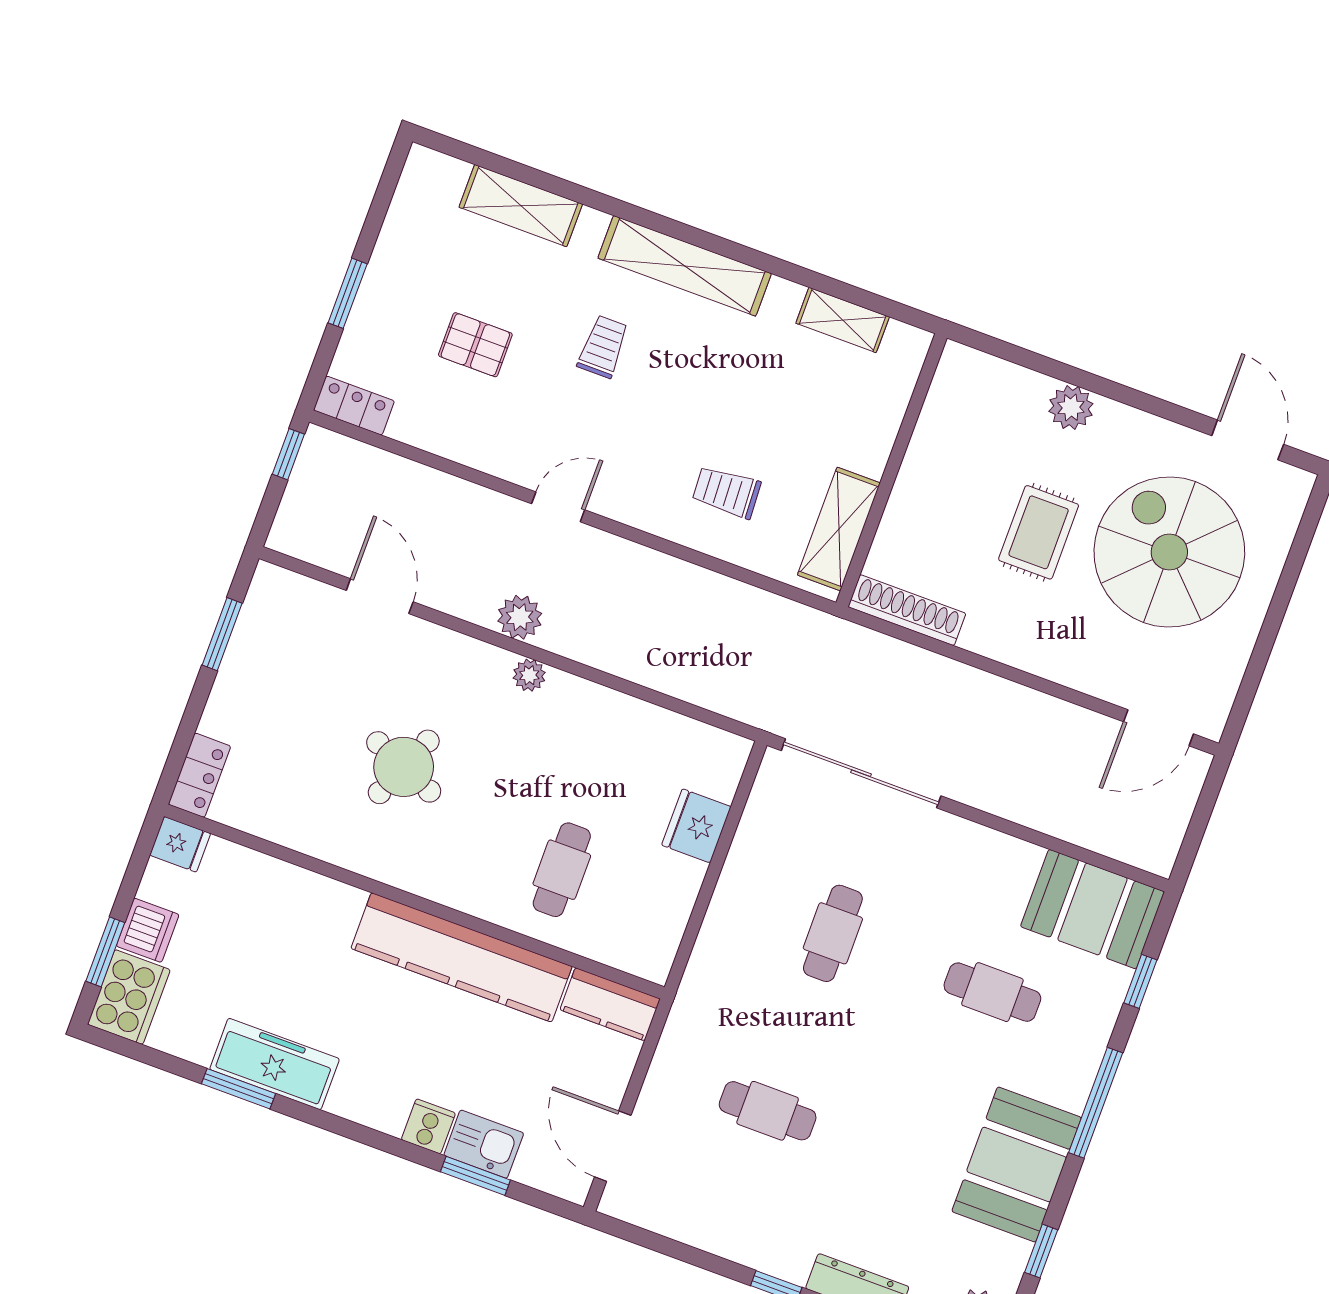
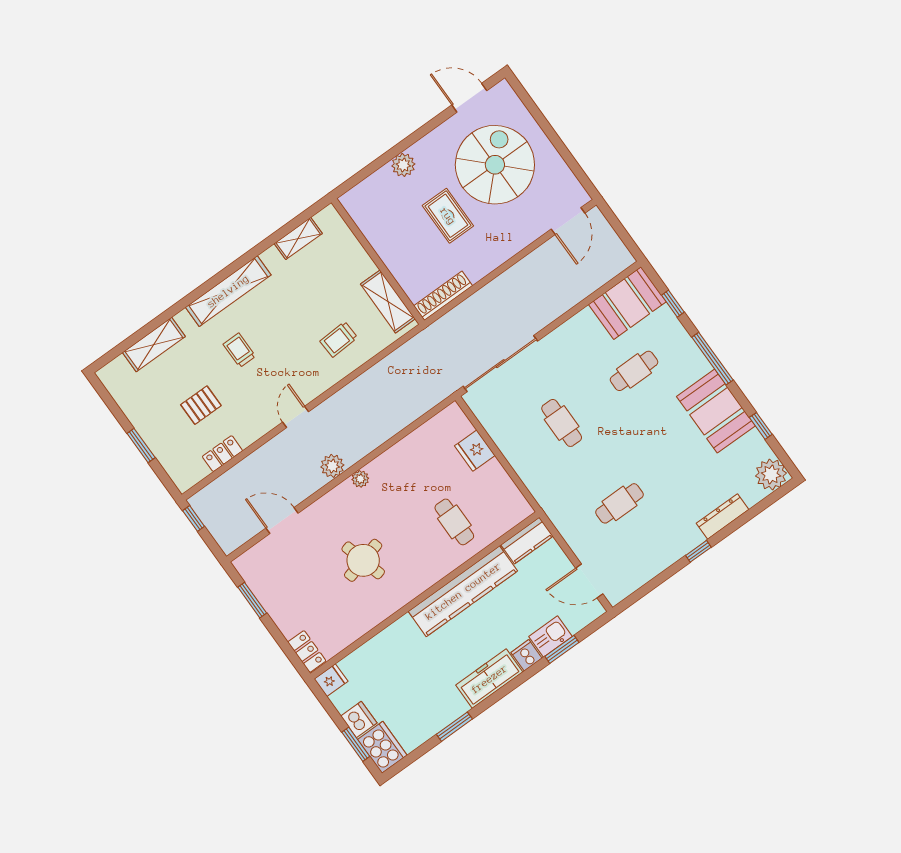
locker: (354, 406) -> (222, 454), moved
spiral stairs: (1169, 552) -> (495, 165), turned 90
round table: (404, 767) -> (363, 560), turned -38
freezer: (275, 1064) -> (489, 679), moved

